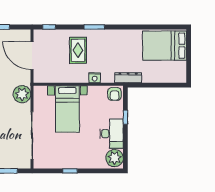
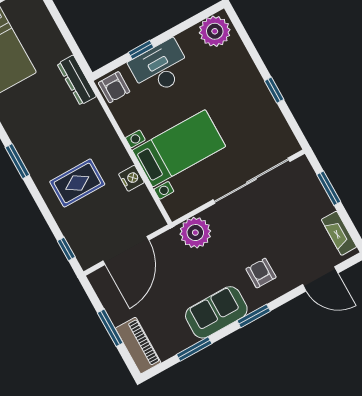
window: (94, 27) -> (17, 161), moved
nightstand: (95, 78) -> (131, 178), moved
armchair: (115, 94) -> (114, 87), turned 90
desk: (112, 134) -> (160, 68), moved

